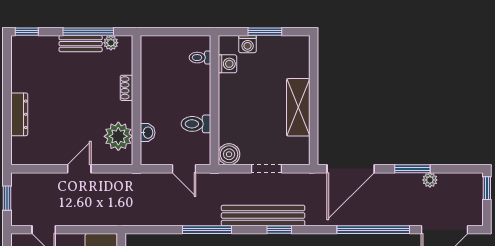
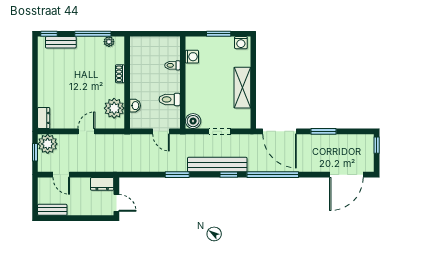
bench: (81, 44) -> (61, 42), moved
washing machine: (248, 44) -> (241, 43), moved
toilet: (200, 58) -> (172, 65), moved
dresser: (19, 114) -> (44, 118), moved, width x0.70
door: (351, 169) -> (280, 131), hinge flipped
plant: (430, 180) -> (48, 144), moved, width x1.88, depth x1.88
window: (207, 230) -> (177, 175), width x0.69
window: (373, 230) -> (273, 175), moved

